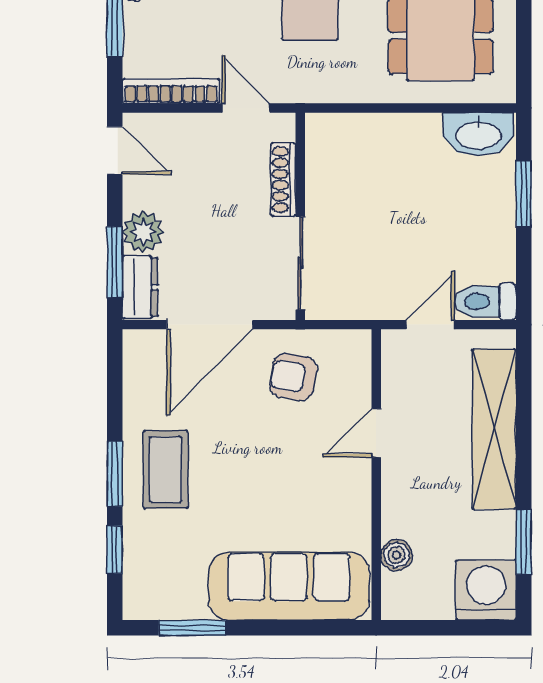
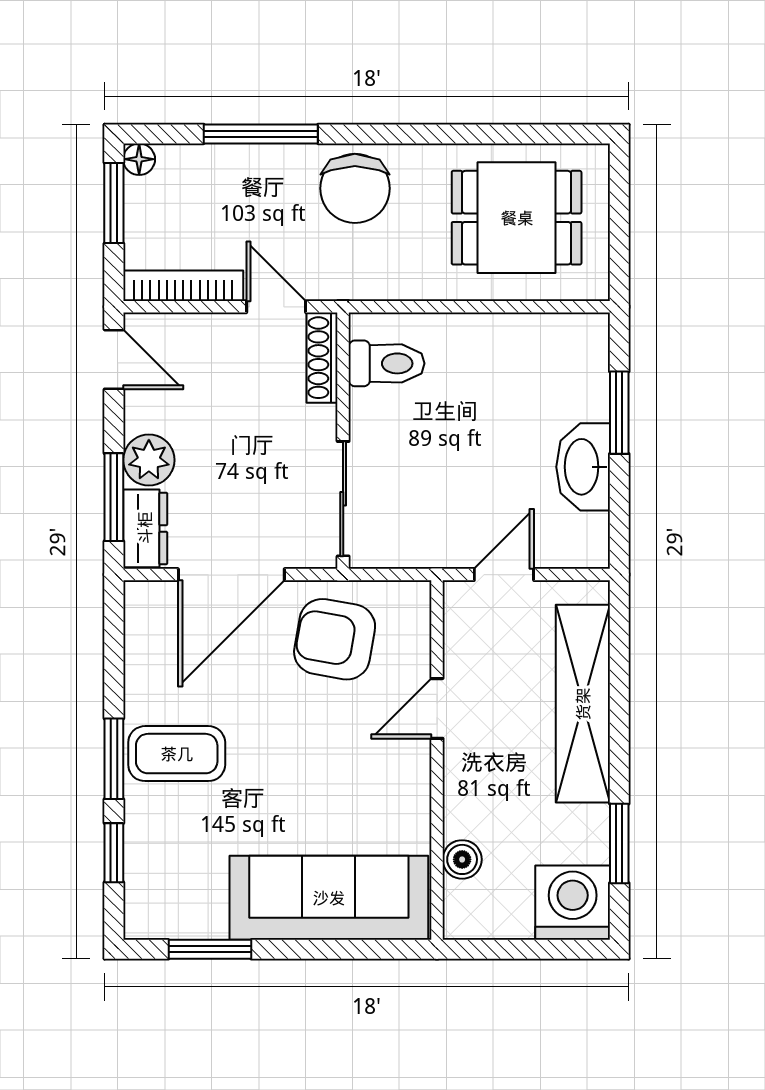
washbasin: (478, 134) -> (583, 467), moved, turned 90
shoe rack: (283, 180) -> (322, 358), moved
toilet: (485, 301) -> (387, 363), moved, turned 180
armchair: (293, 377) -> (335, 639), width x1.38, depth x1.38
coffee table: (166, 469) -> (177, 754), turned 90

